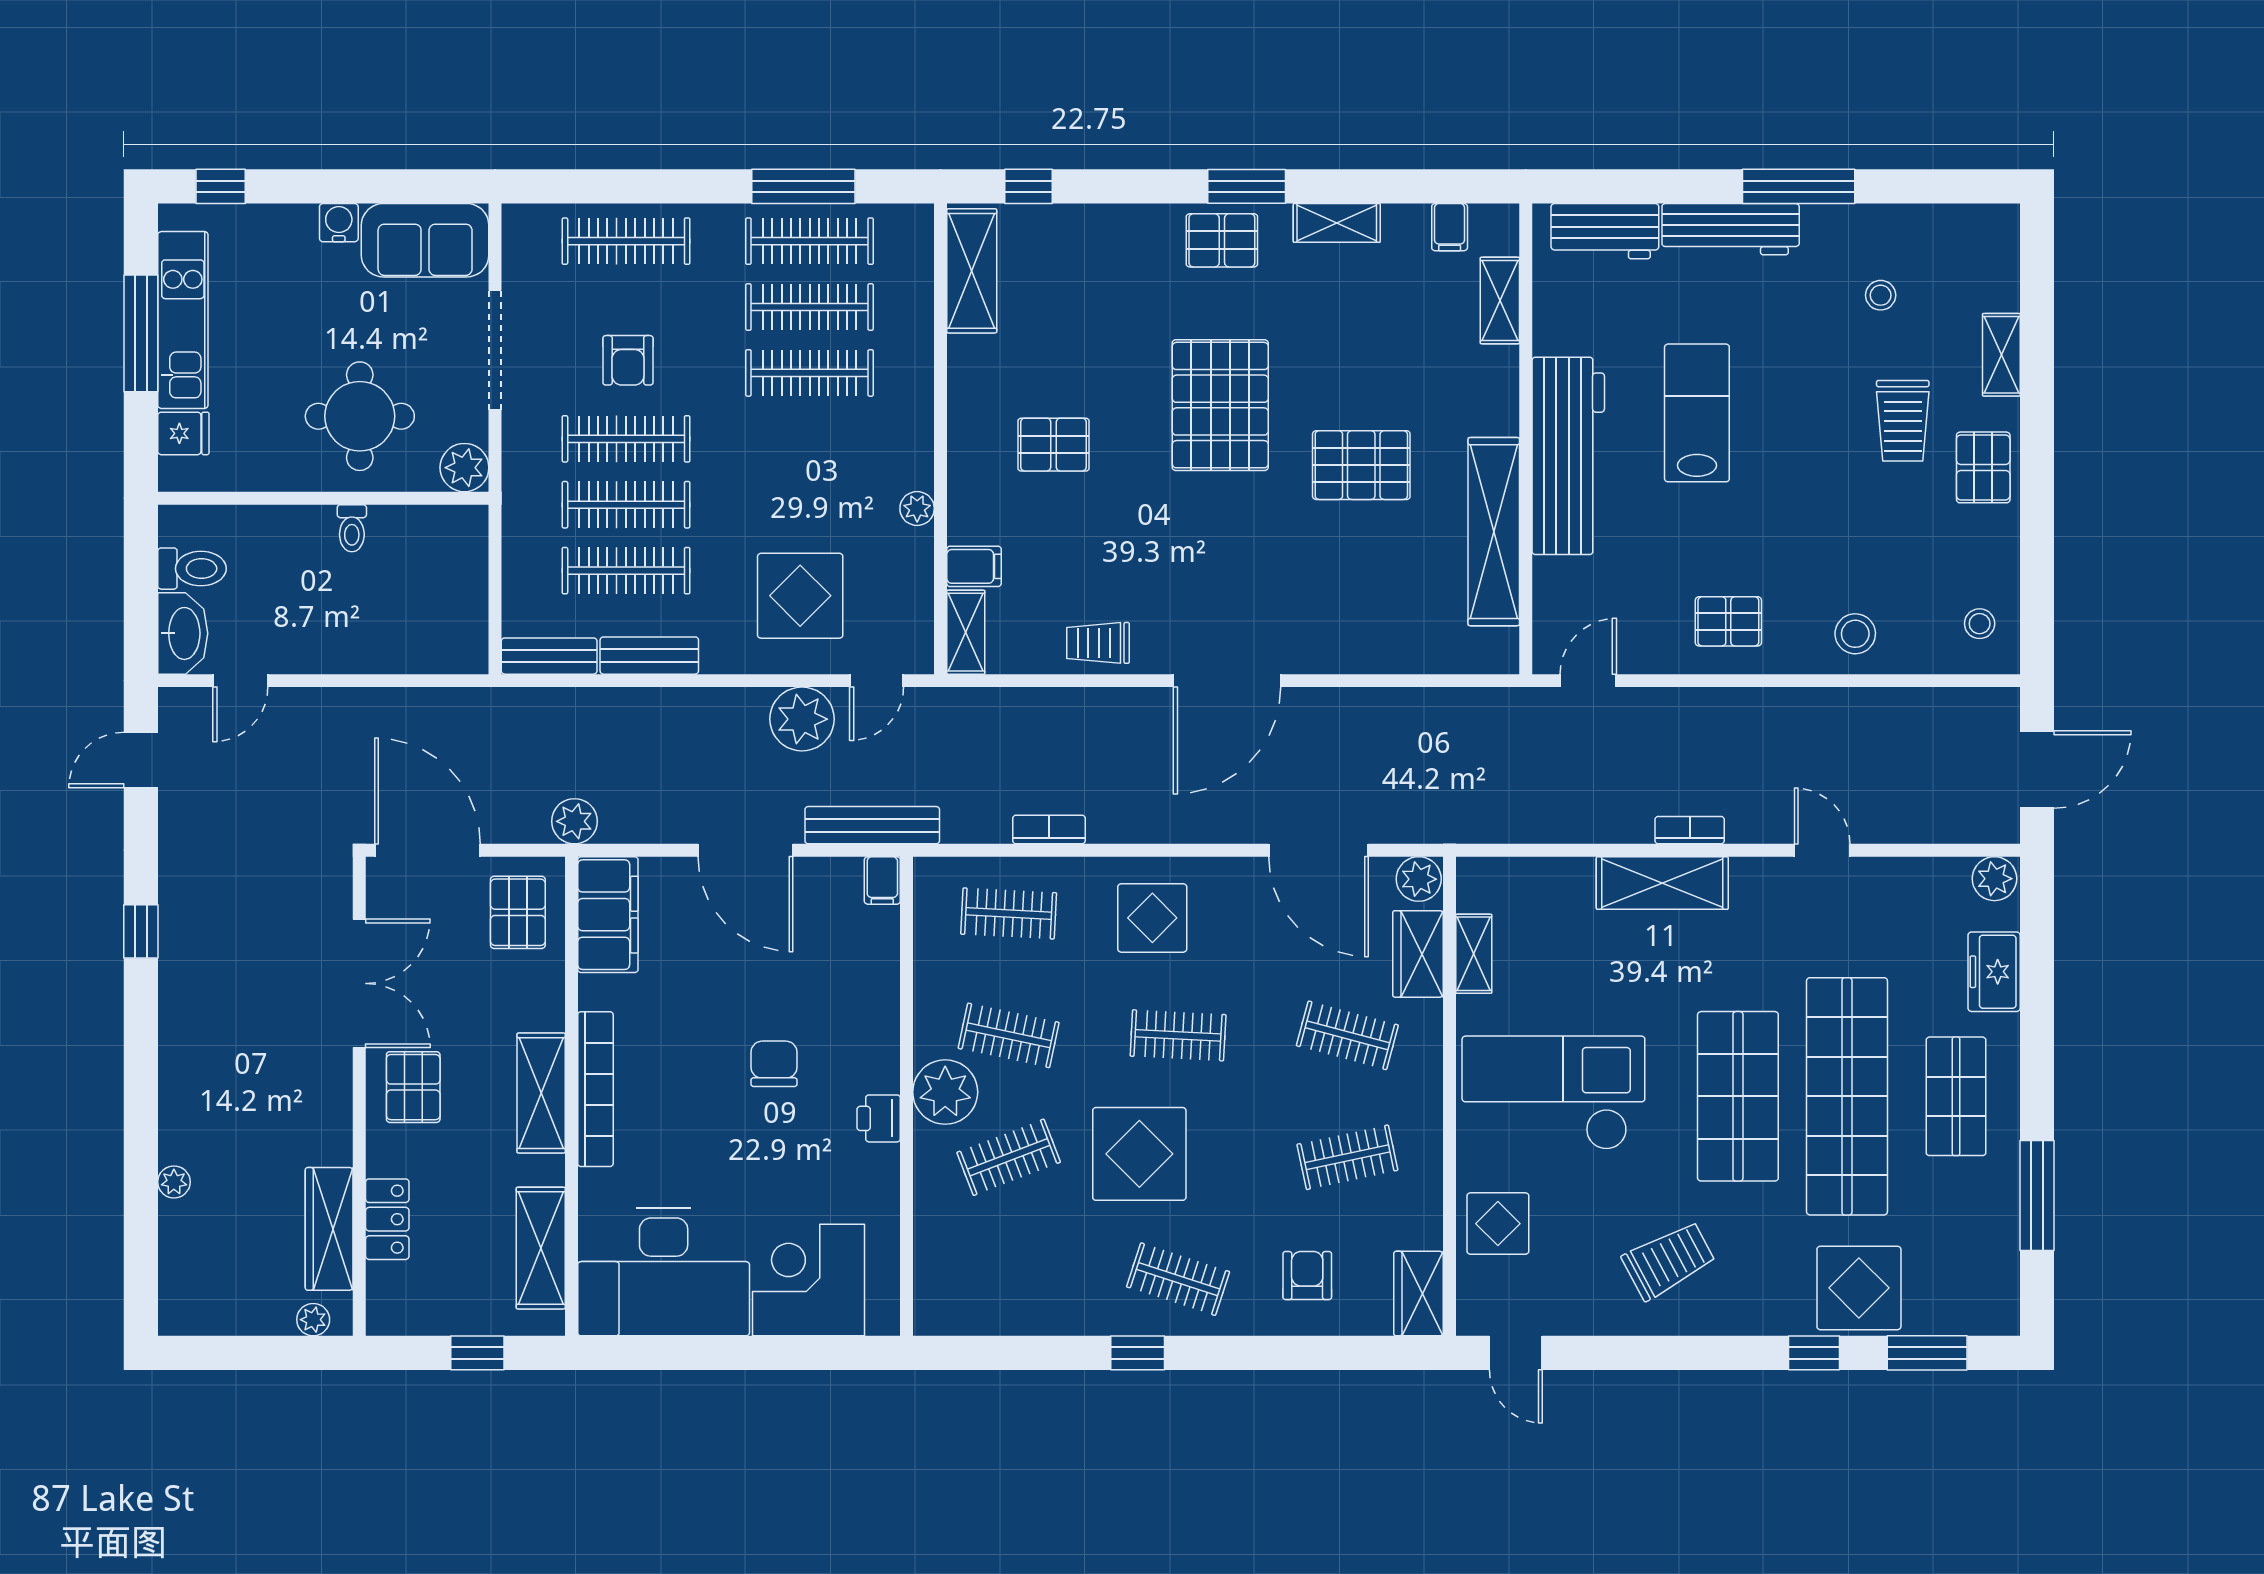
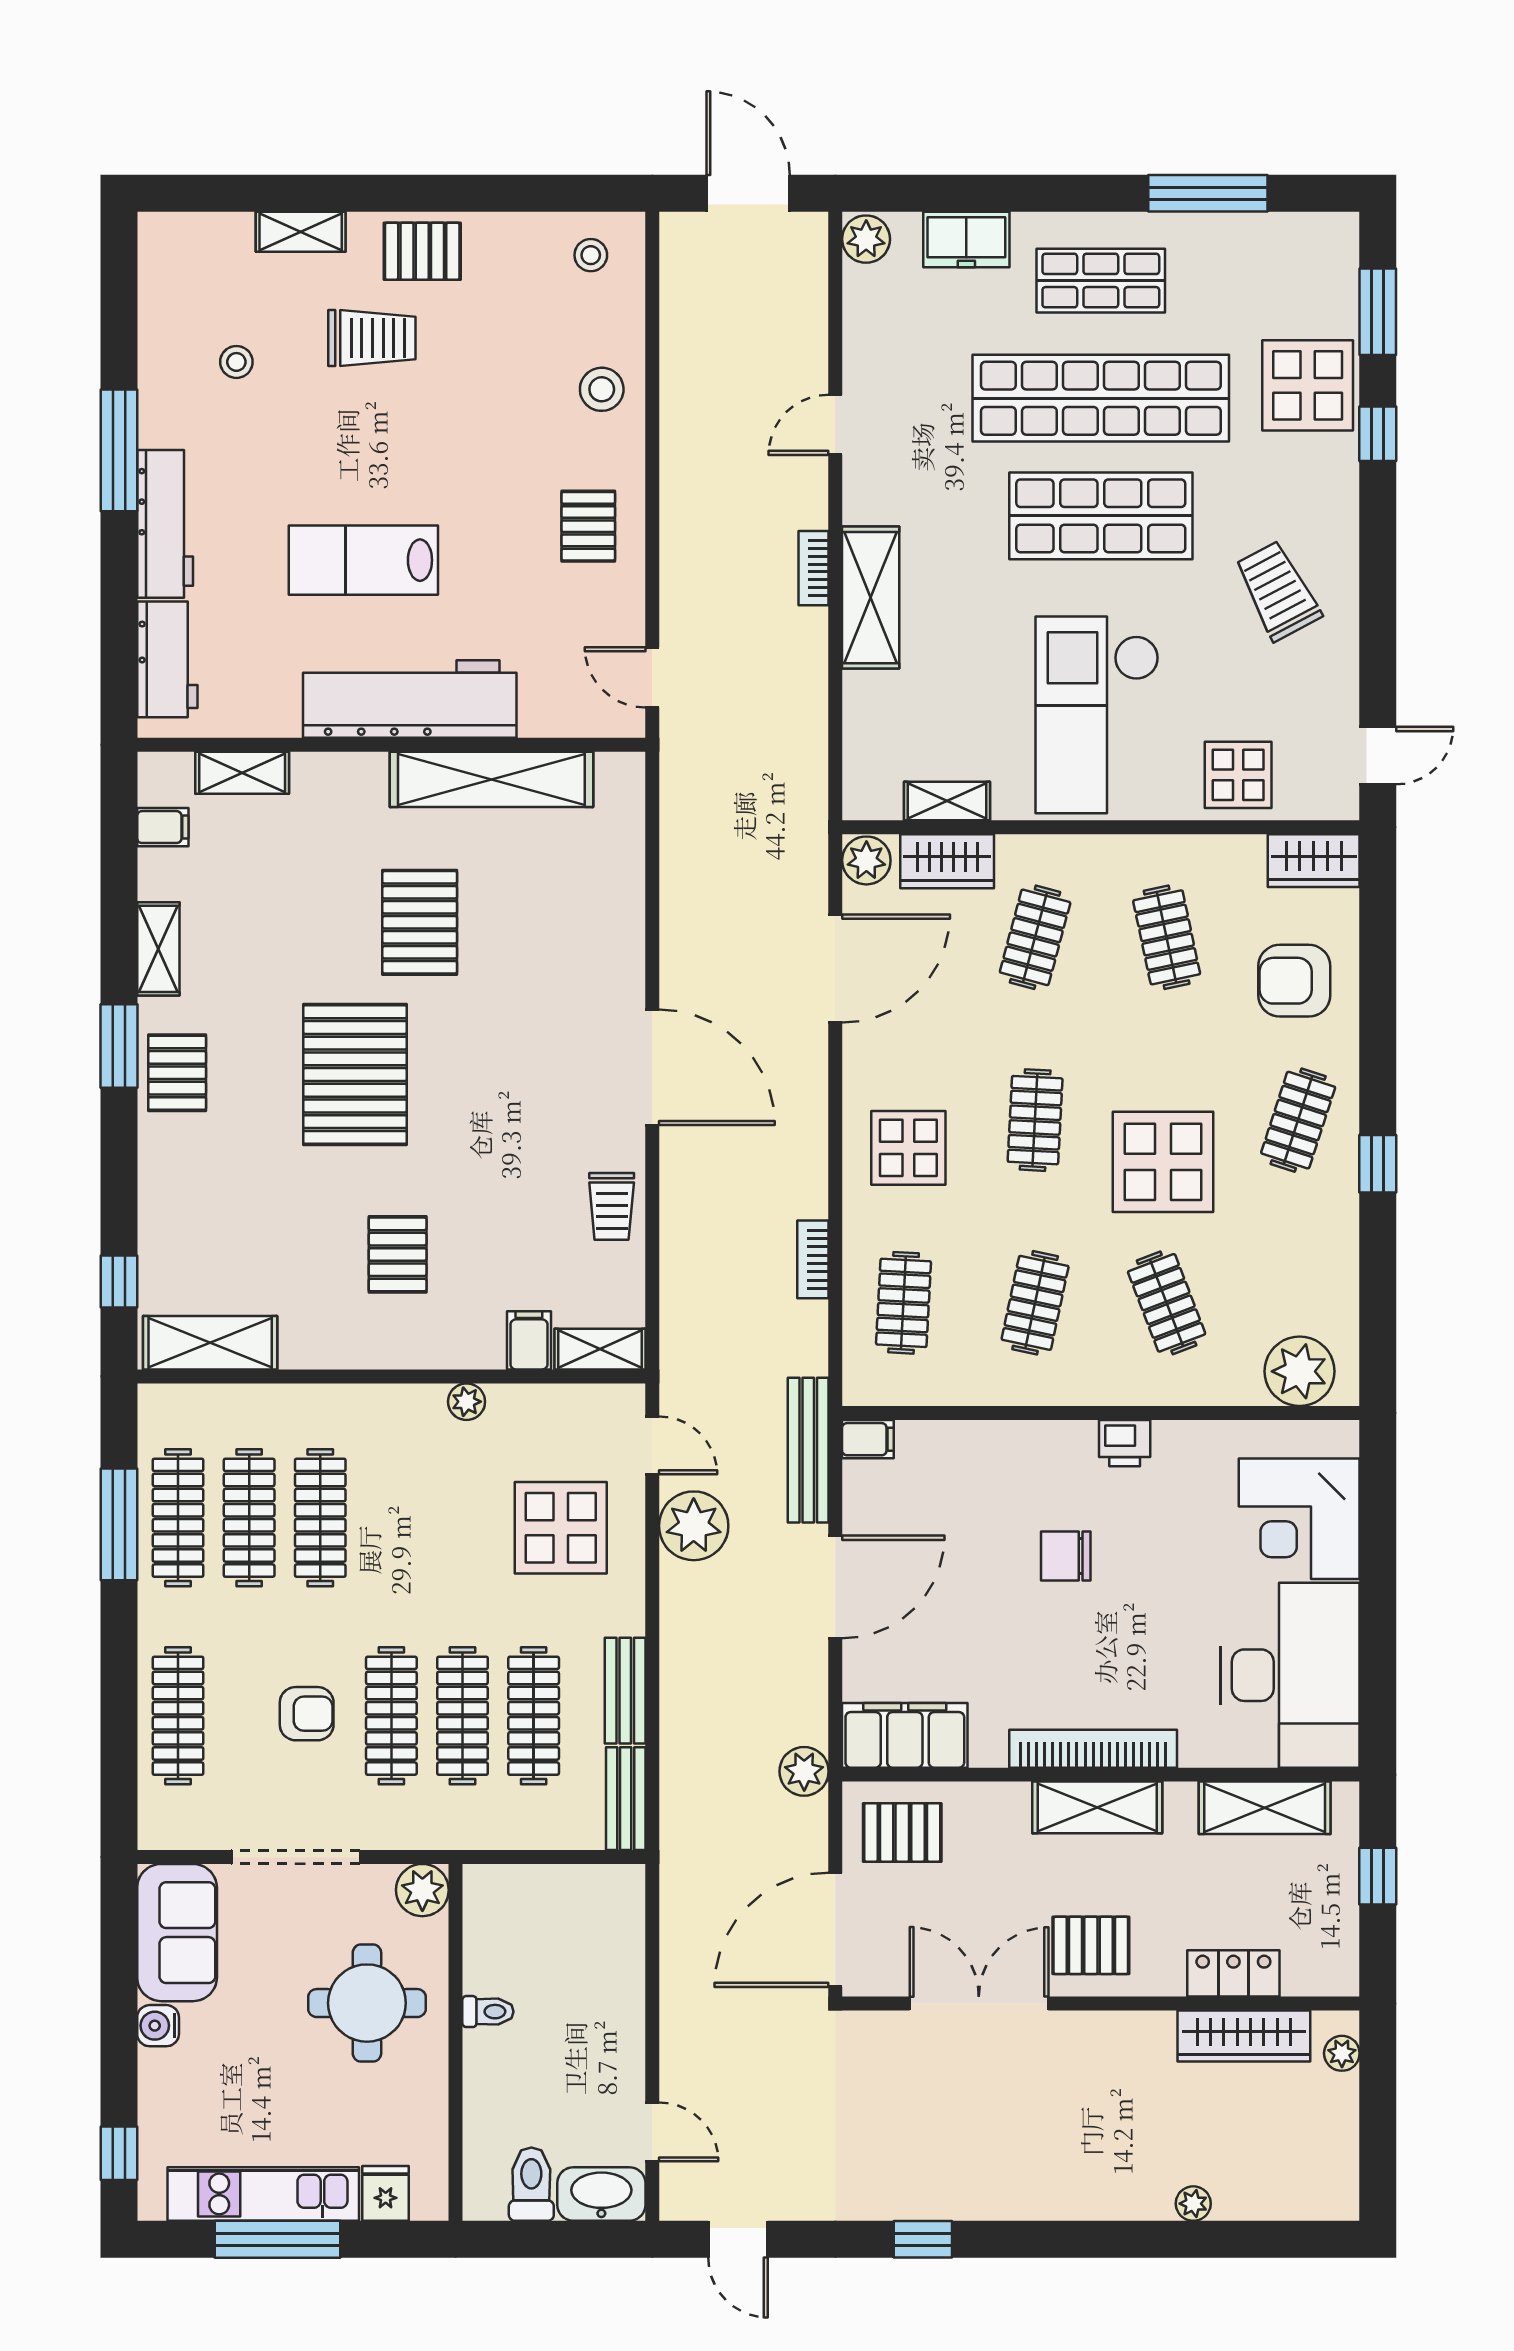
pallet: (1220, 405) -> (355, 1075), turned 90
plant: (945, 1092) -> (1300, 1371), moved
armchair: (1307, 1276) -> (1294, 981), width x1.38, depth x1.38

